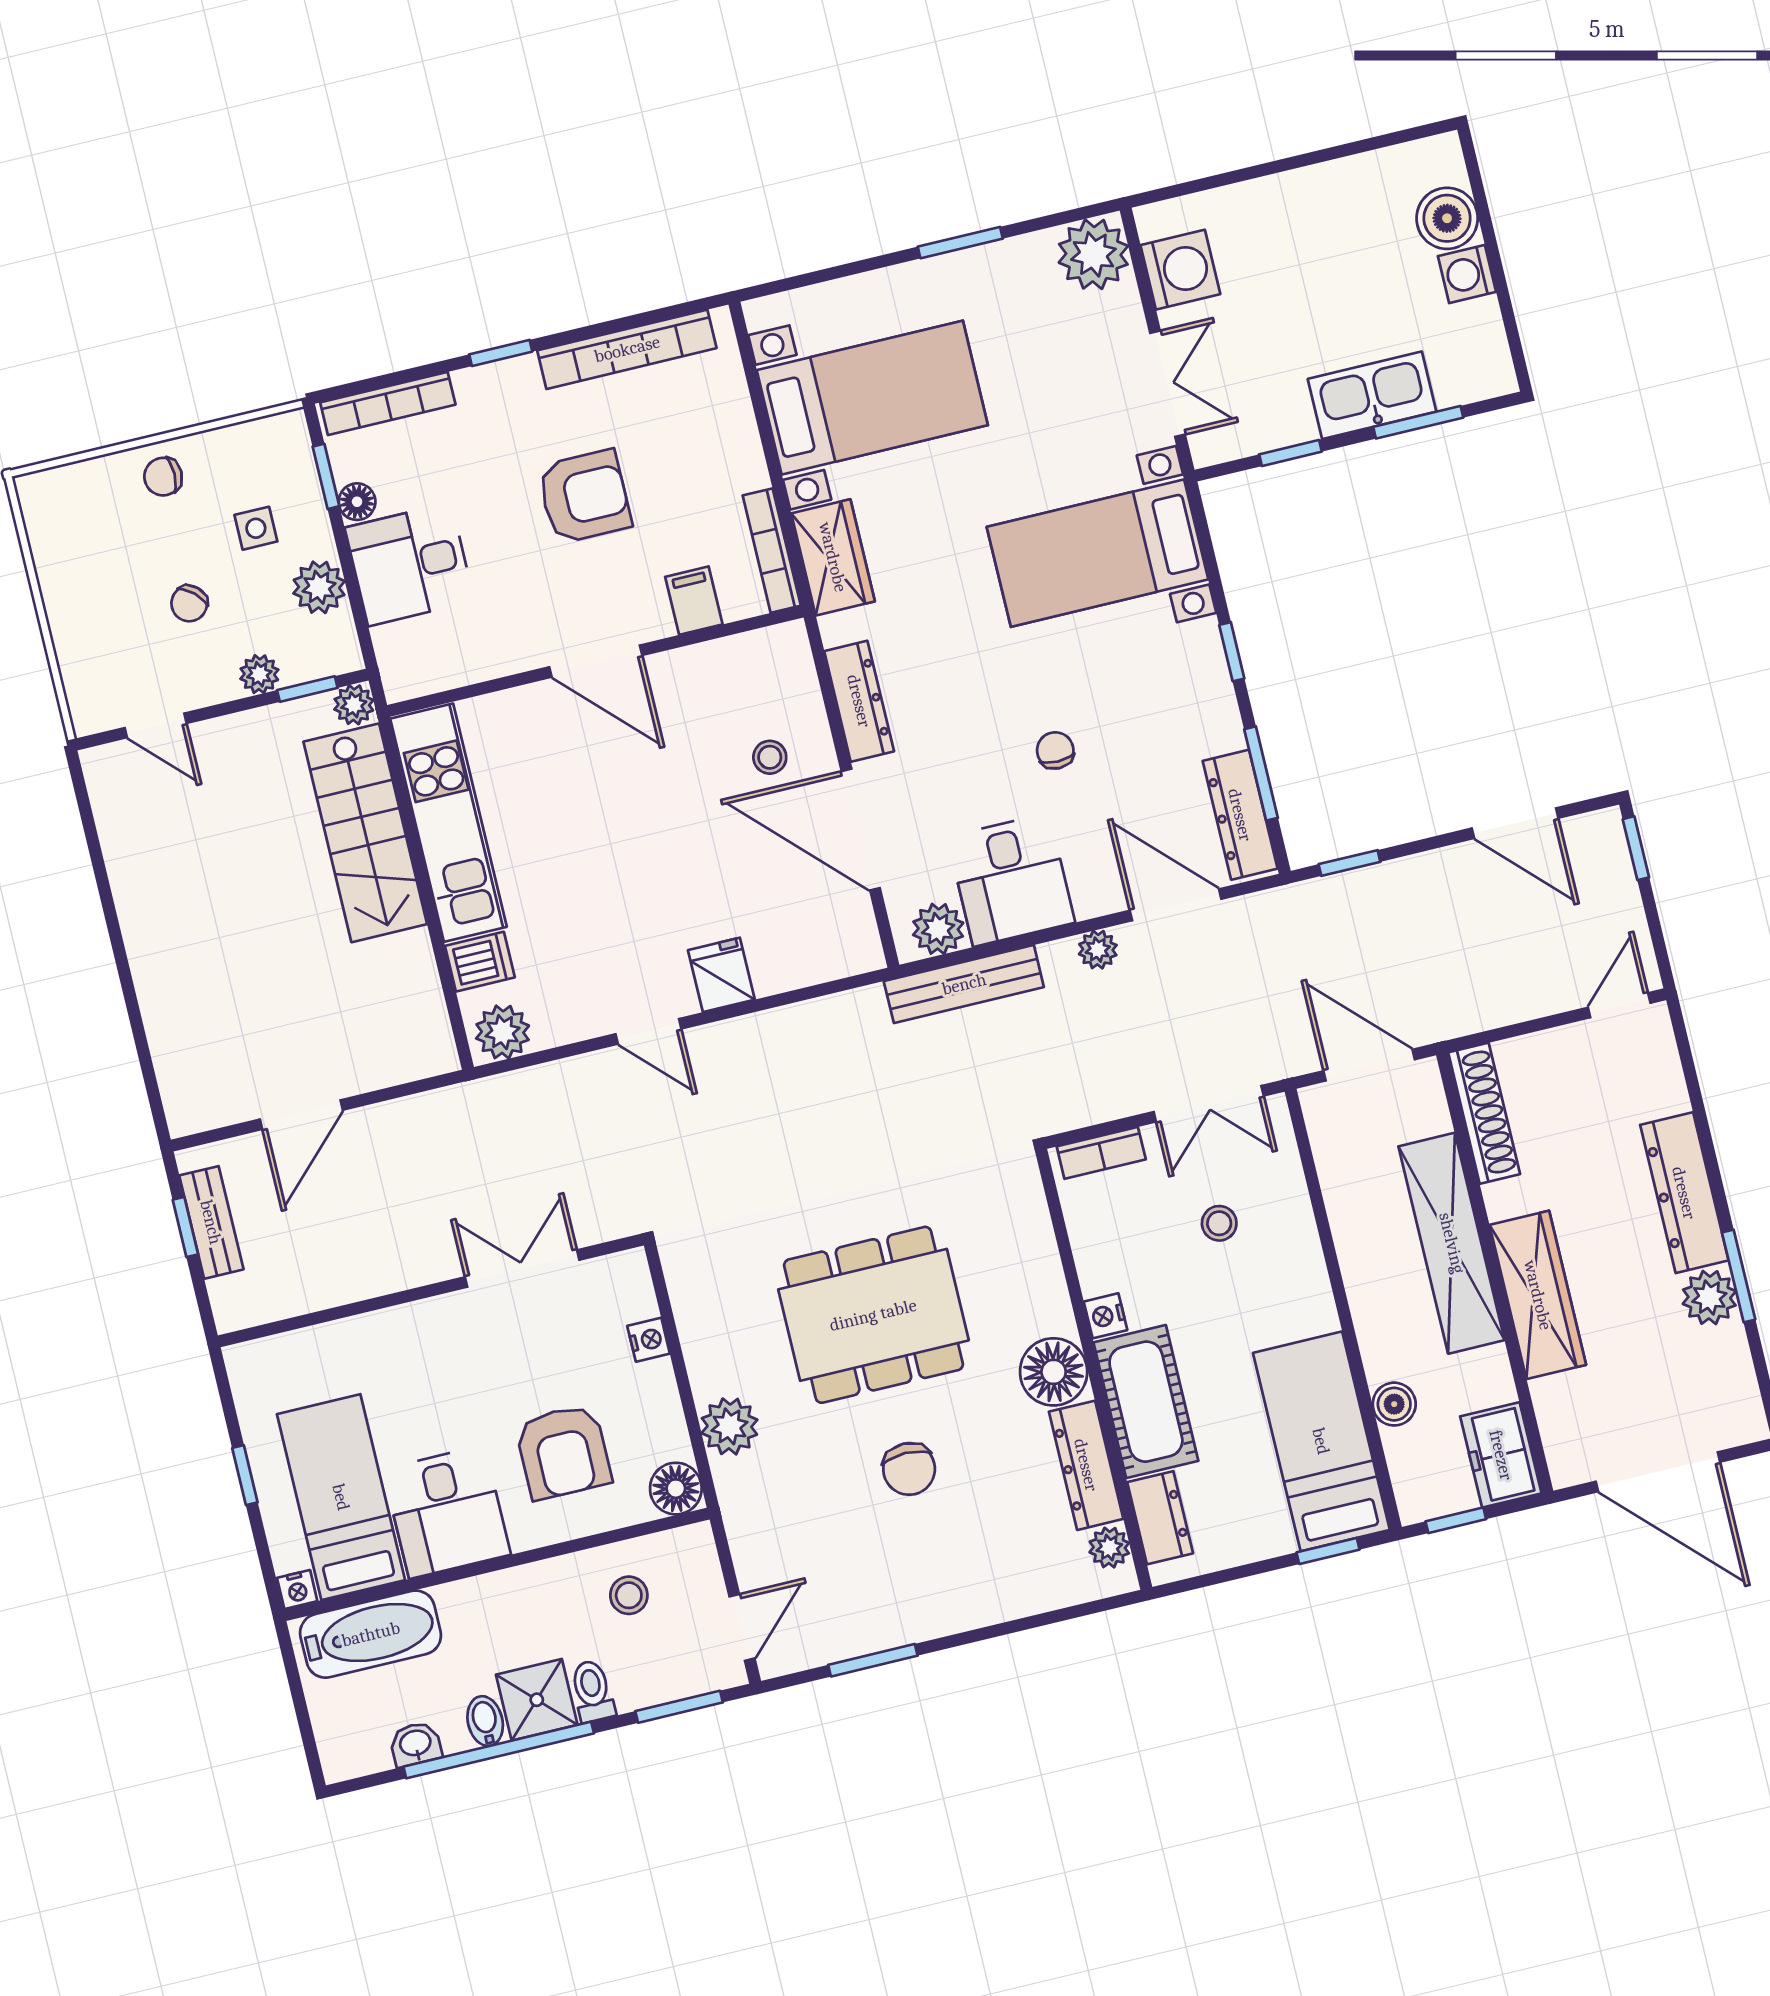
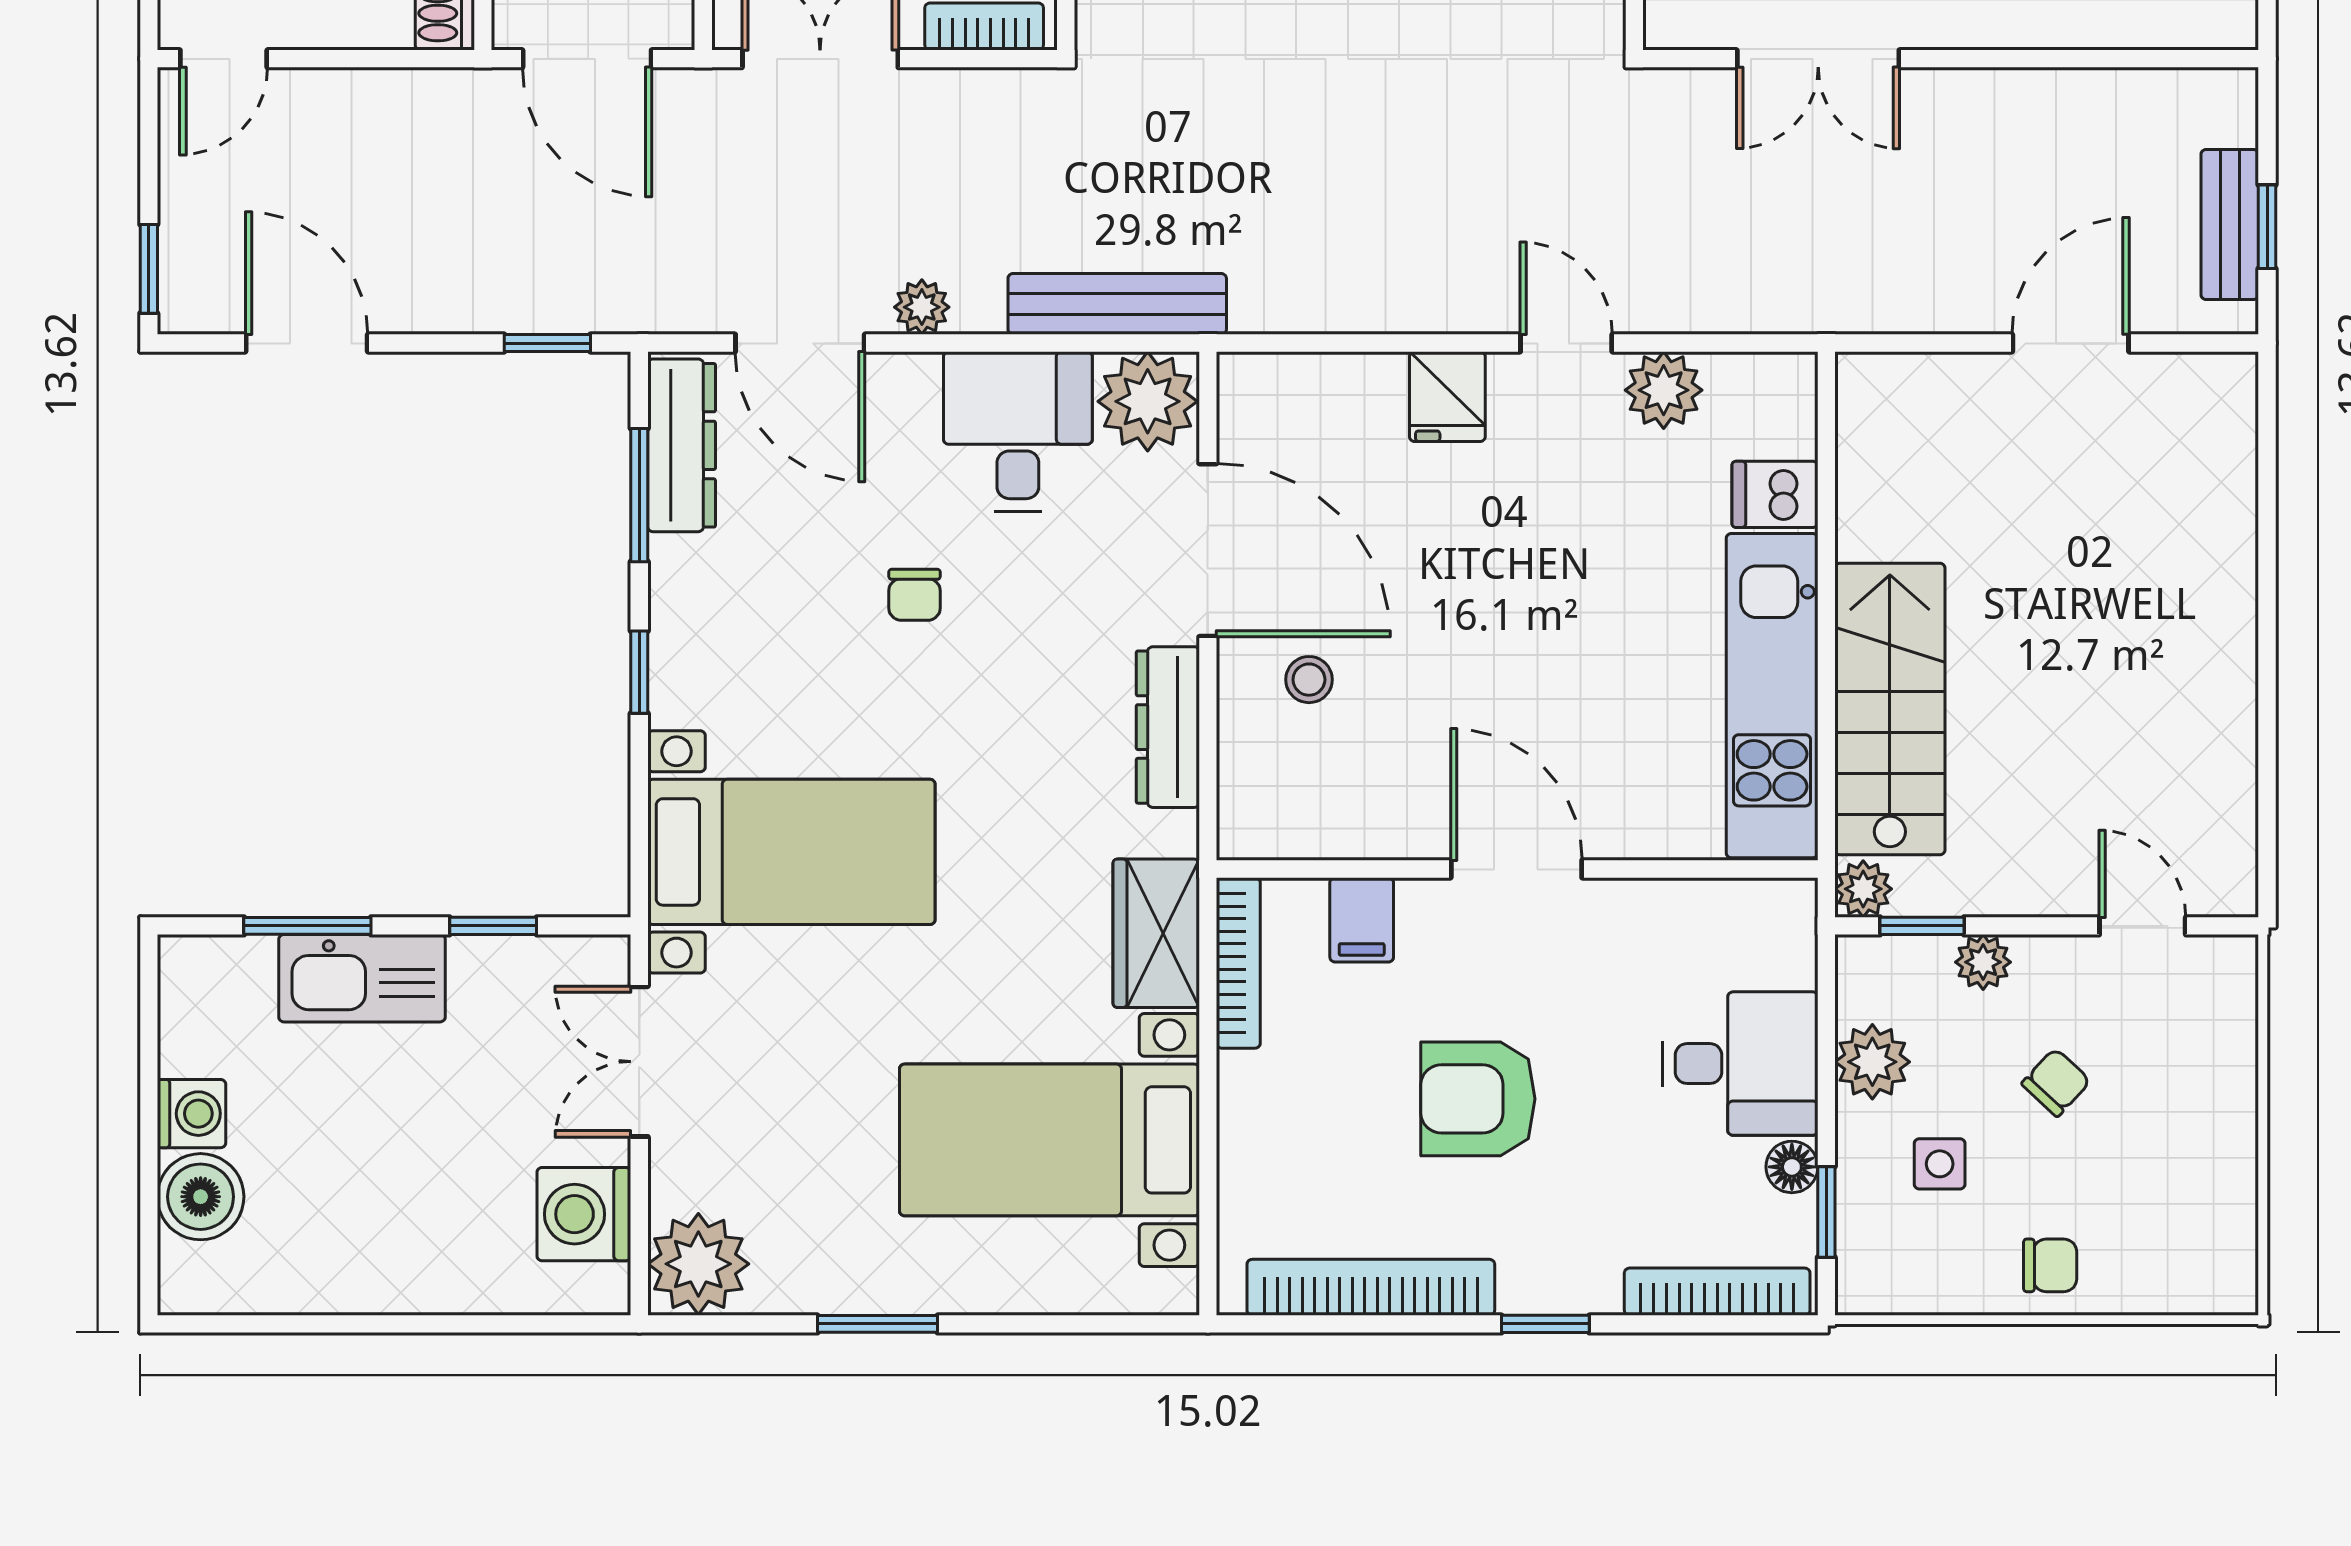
plant: (938, 929) -> (1148, 401), width x1.36, depth x1.36
plant: (503, 1032) -> (1664, 390), moved

